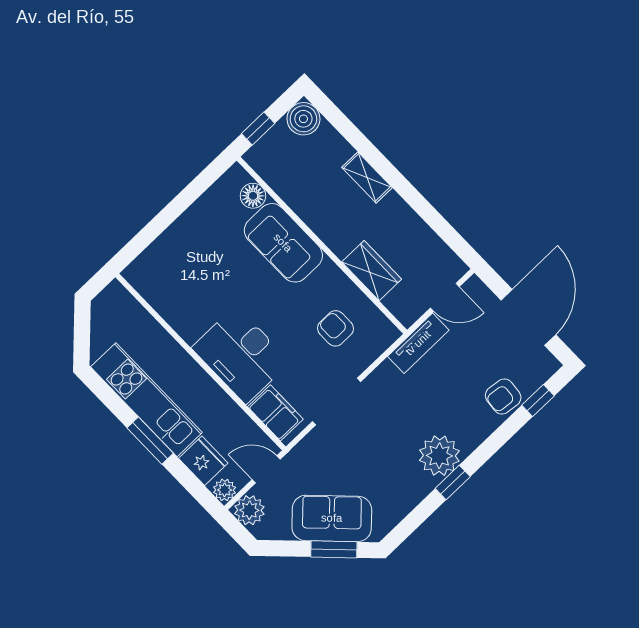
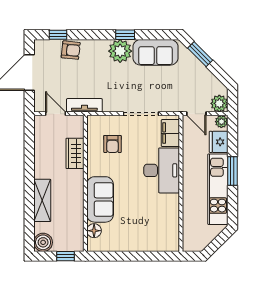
shelving: (367, 177) -> (42, 200), width x1.50, depth x1.33
sofa: (332, 518) -> (155, 52), moved, turned -45

